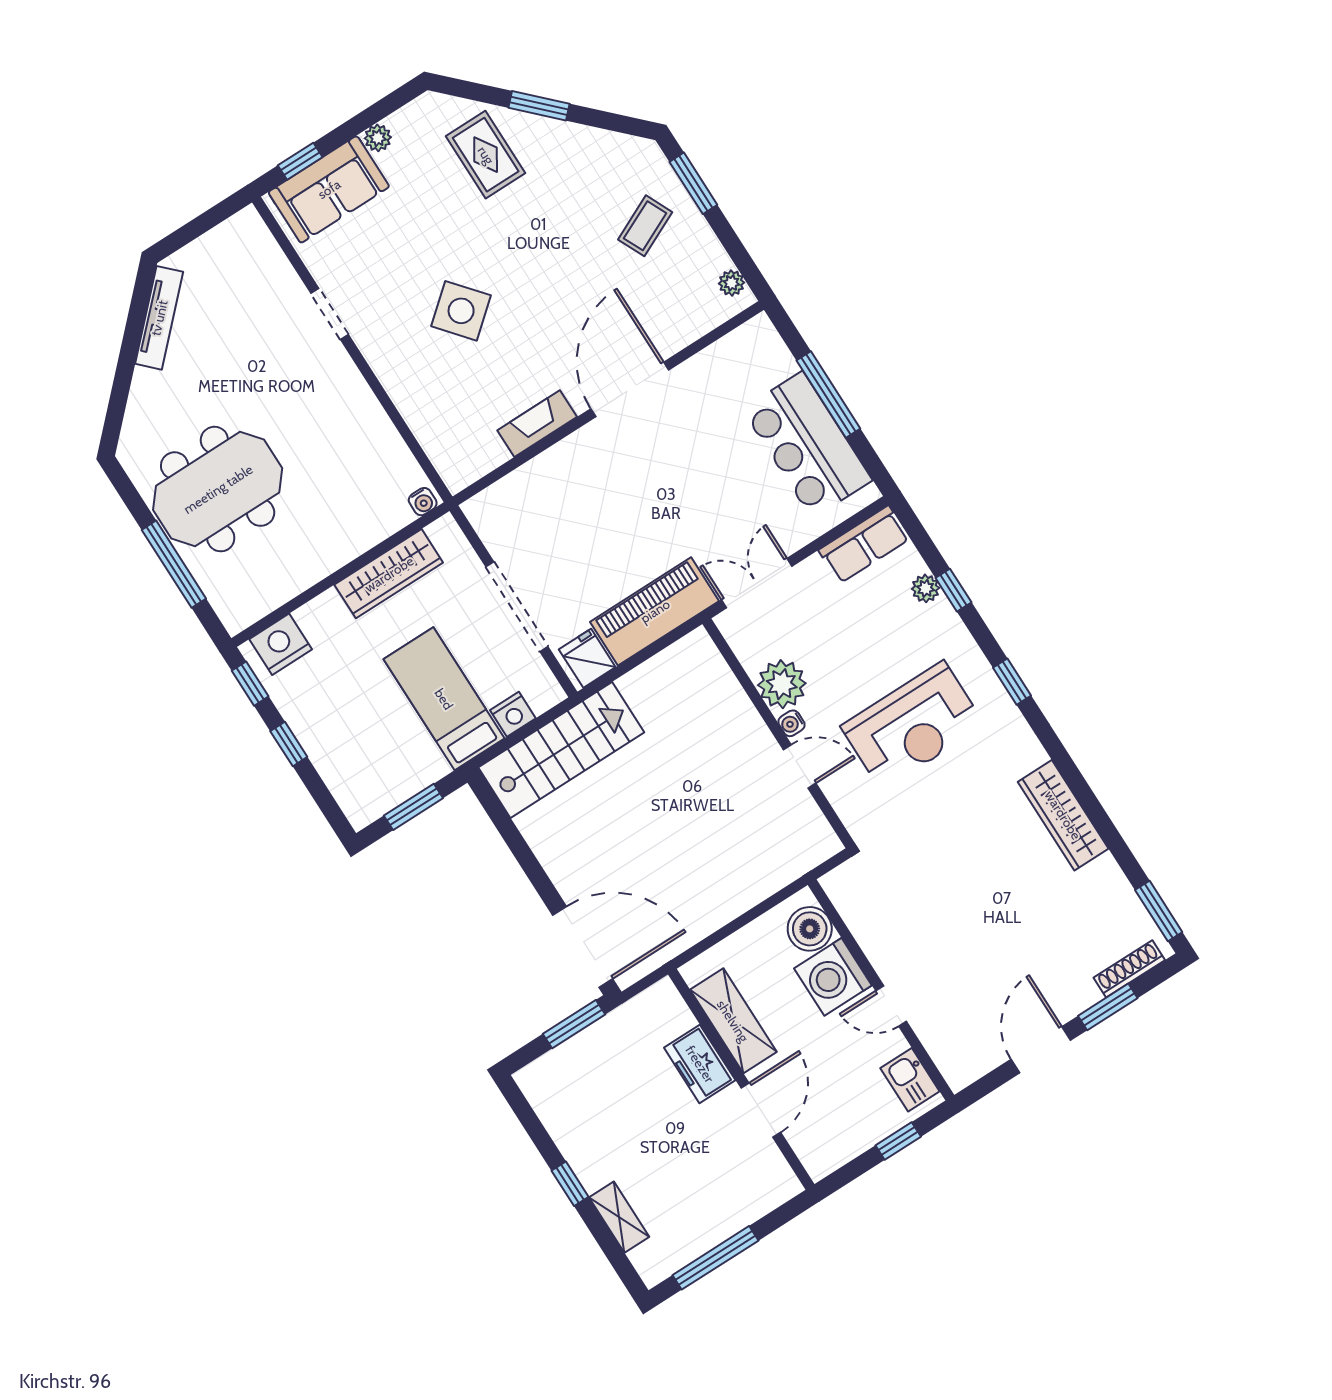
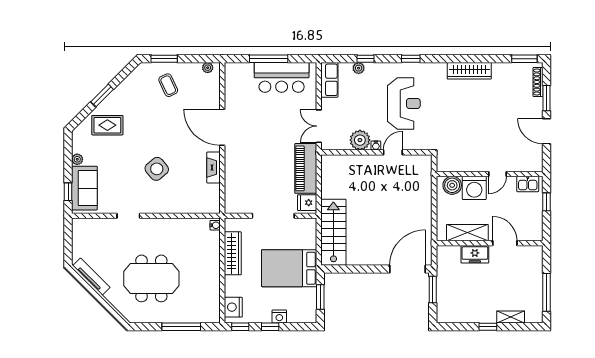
meeting table: (218, 489) -> (151, 278), moved, turned 90
bed: (444, 699) -> (289, 268), width x1.50
nightstand: (513, 714) -> (279, 317), moved, turned 90

